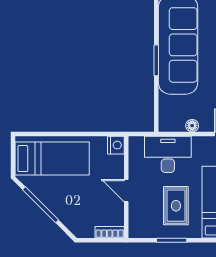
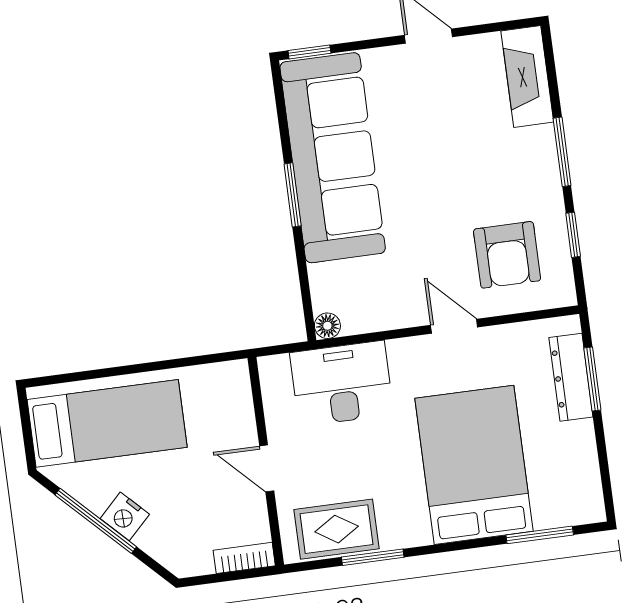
floor lamp: (192, 126) -> (327, 326), moved
nightstand: (116, 145) -> (125, 516), moved, turned 135
rug: (176, 206) -> (337, 529), moved, turned 90

